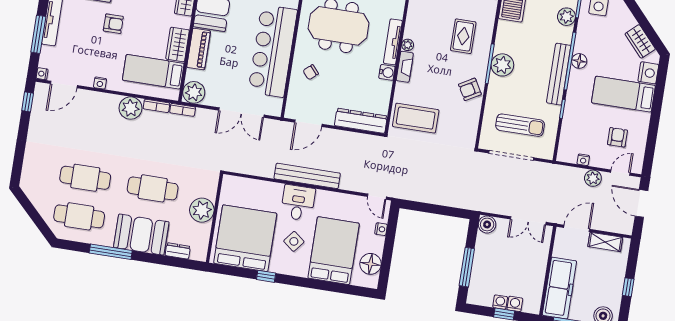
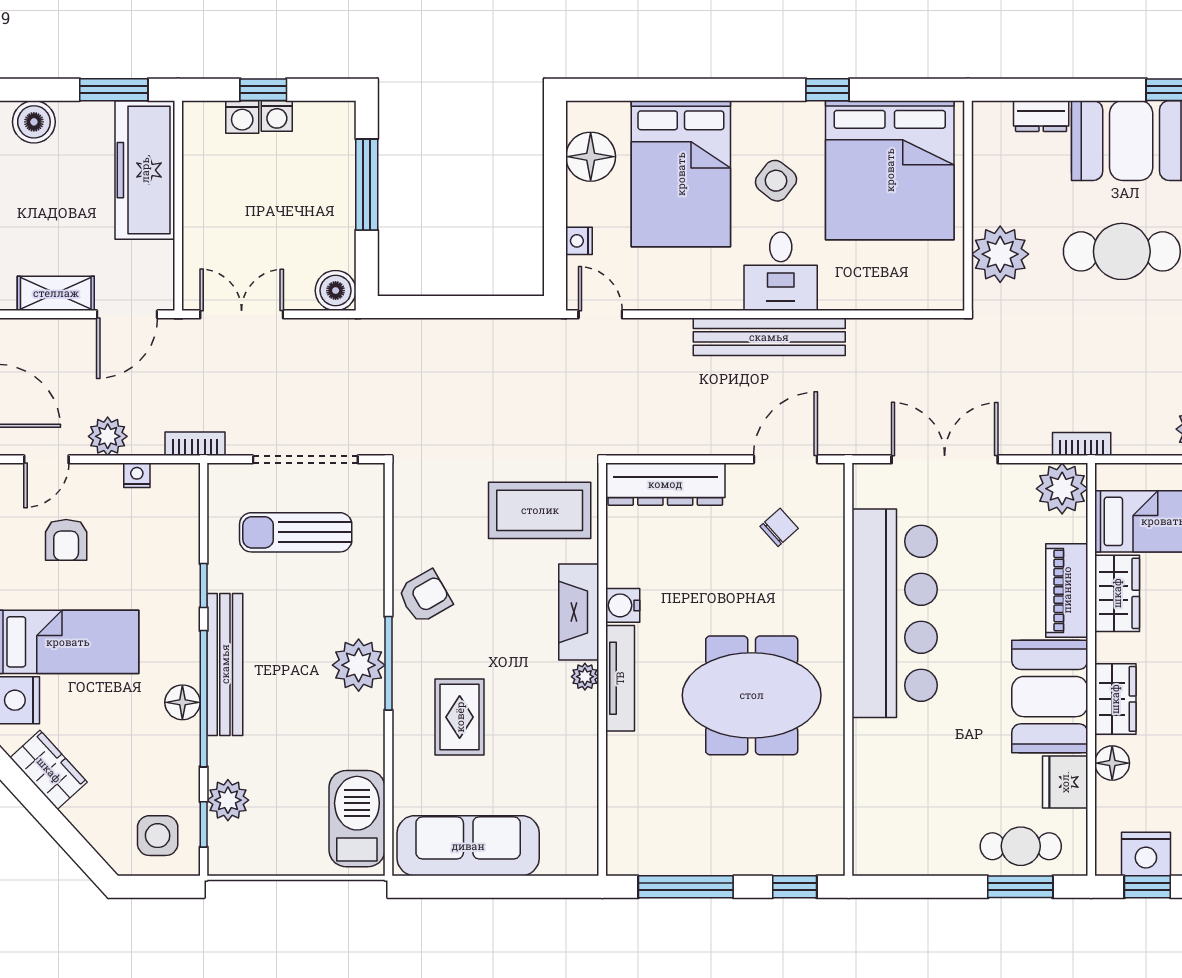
fireplace: (405, 67) -> (579, 612), width x1.37, depth x1.32
chair: (311, 72) -> (779, 527), moved
bookcase: (156, 106) -> (195, 444), moved
plant: (202, 210) -> (1000, 254), moved

